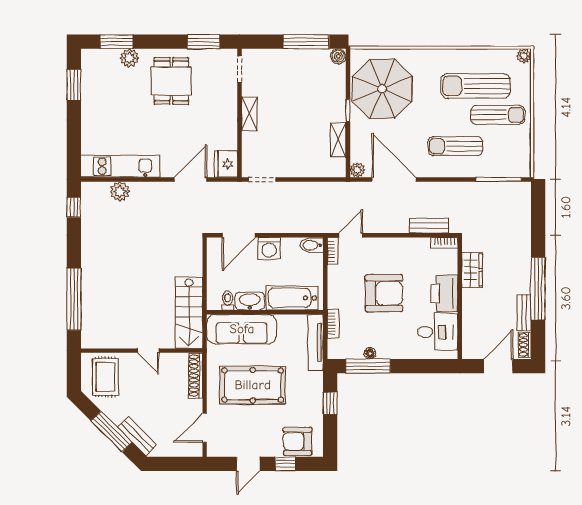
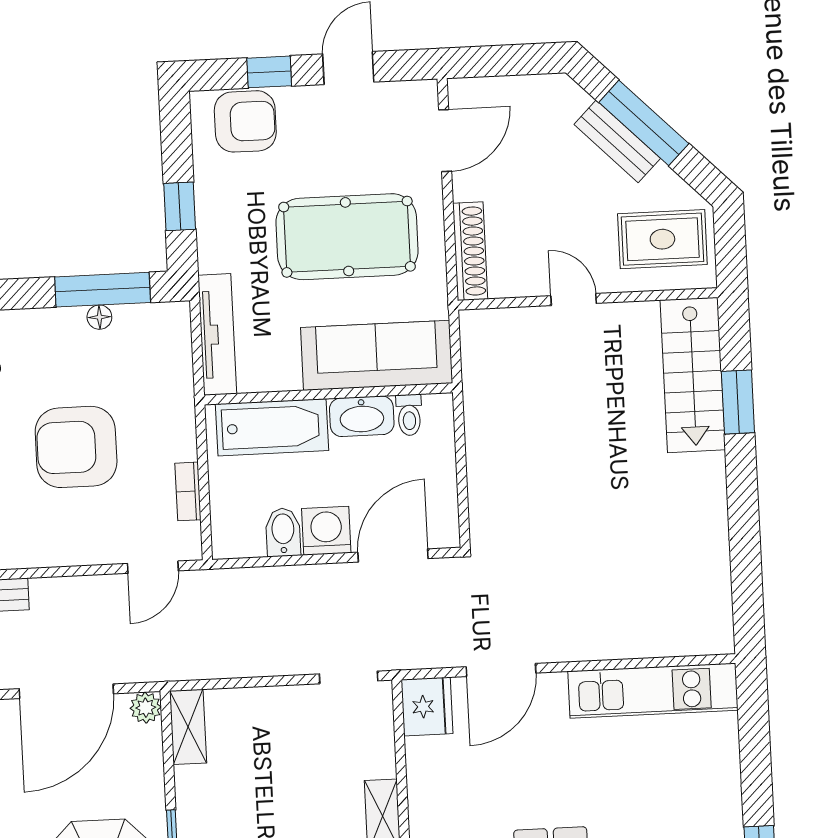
shelving: (338, 140) -> (188, 727), moved
door: (394, 179) -> (66, 691), hinge flipped
plant: (120, 191) -> (651, 637), removed
window: (74, 207) -> (748, 599), removed
bidet: (312, 245) -> (283, 532), moved, turned -90
bookcase: (333, 251) -> (188, 491), moved
window: (74, 299) -> (738, 402), width x0.47
stairs: (189, 313) -> (693, 375), moved, turned 180
bookcase: (333, 324) -> (182, 377), removed
rug: (105, 377) -> (662, 239), turned 90
bench: (137, 436) -> (617, 141), moved

